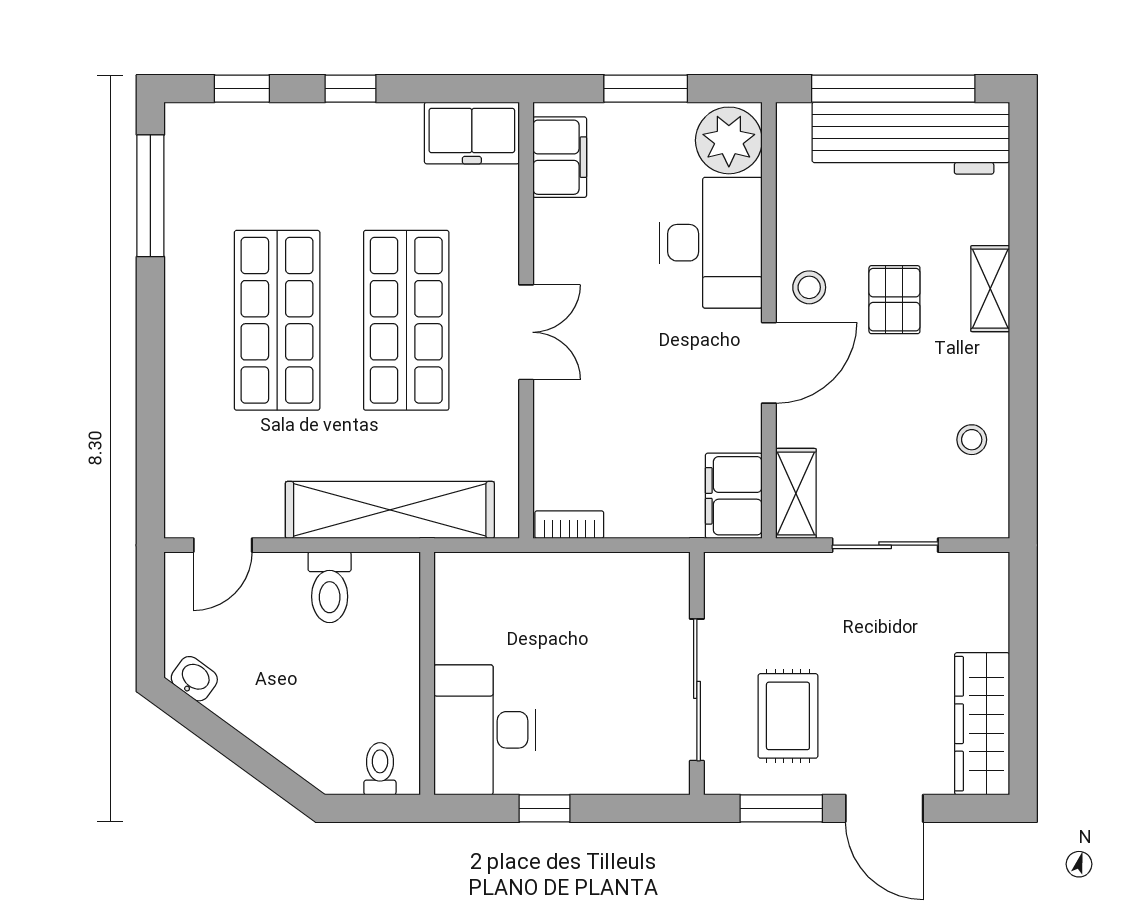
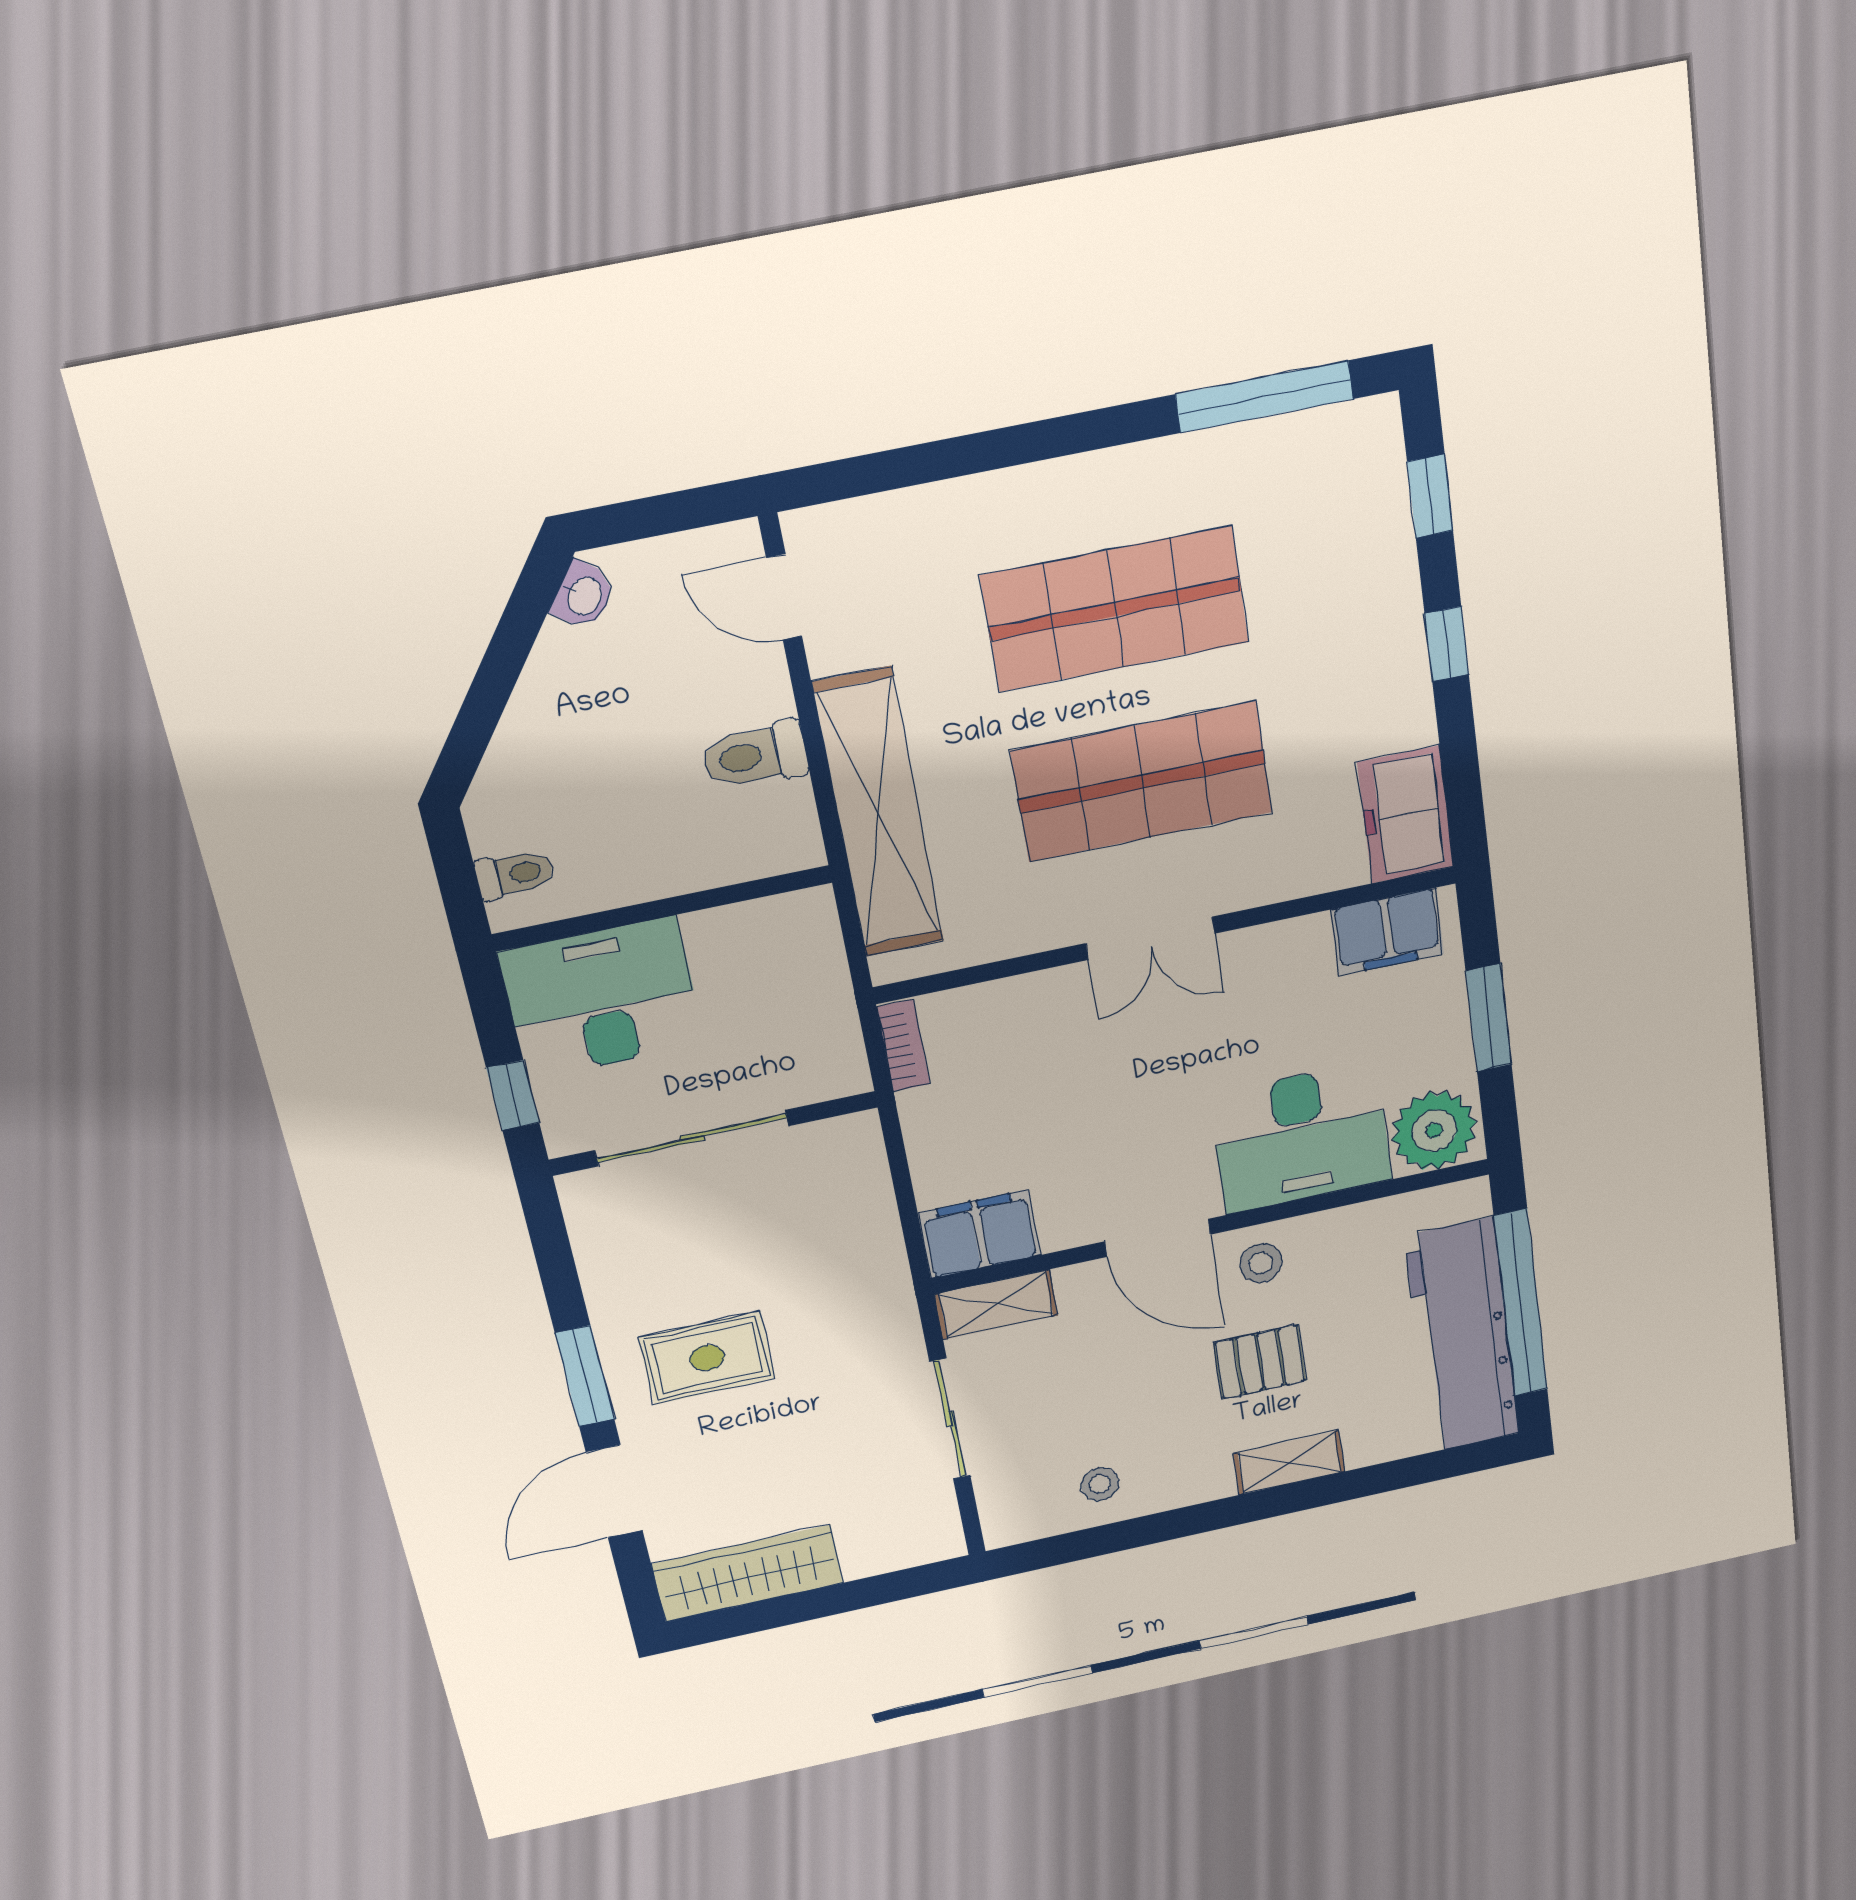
wall: (697, 673) -> (714, 1133), moved
sliding door: (697, 690) -> (692, 1138), moved

